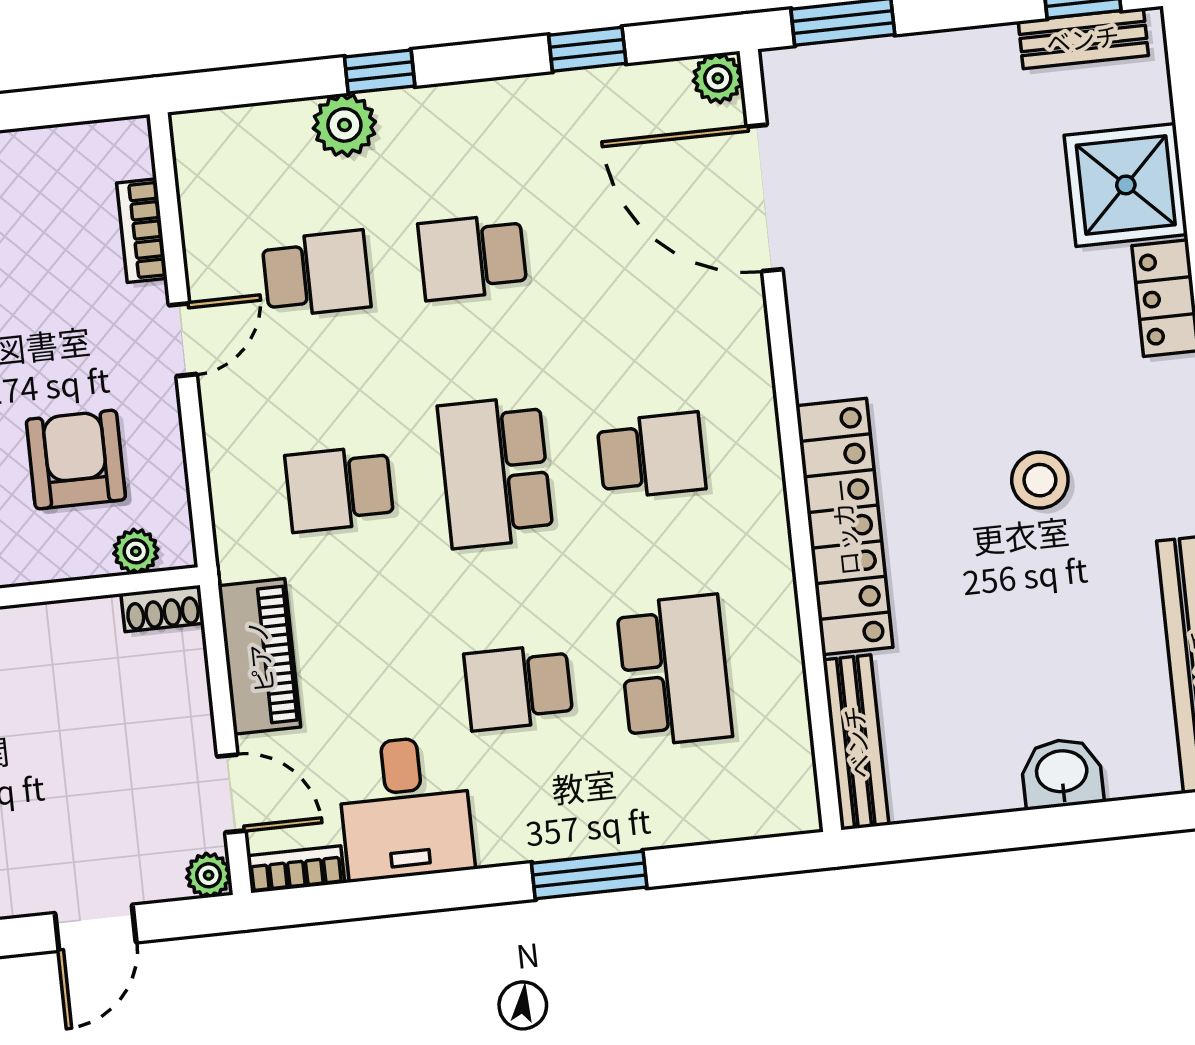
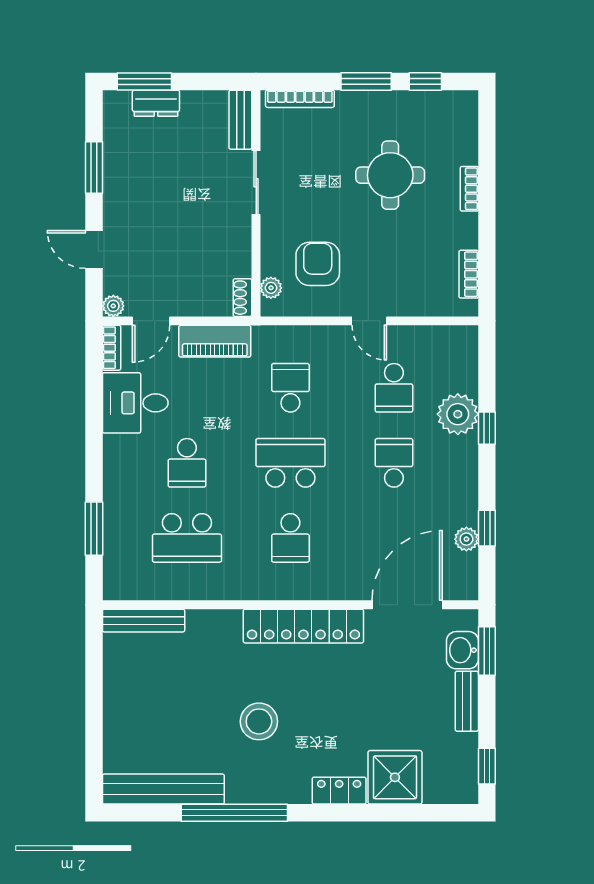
bench: (1083, 38) -> (467, 701), moved
plant: (718, 78) -> (466, 539), moved
plant: (344, 125) -> (458, 414), width x1.36, depth x1.36
bookcase: (142, 231) -> (469, 274), moved, turned -90
armchair: (76, 460) -> (318, 264), turned -90
stool: (1040, 480) -> (259, 721), width x1.38, depth x1.38
locker: (844, 527) -> (303, 626), moved
school desk: (518, 687) -> (187, 463), turned 180
washbasin: (1062, 773) -> (462, 650), moved, turned 180
window: (589, 875) -> (94, 529), moved

